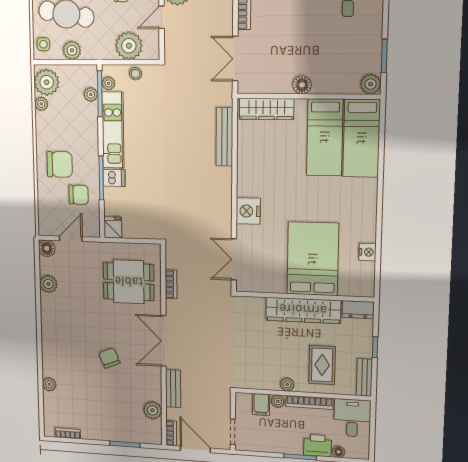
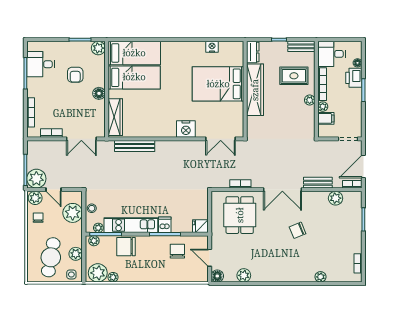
armchair: (331, 49) -> (75, 75), added
plant: (91, 94) -> (94, 241), moved
chair: (60, 164) -> (126, 247), moved, turned -90

